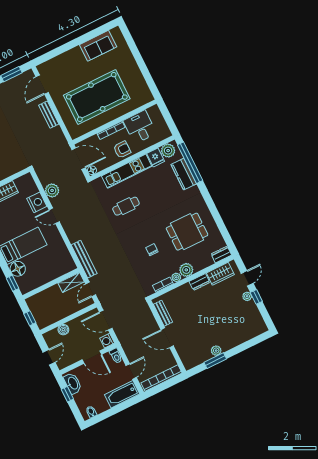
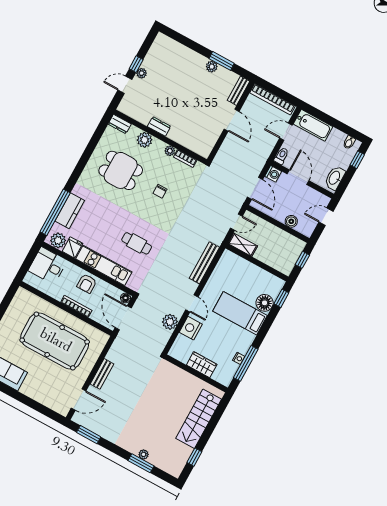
desk: (140, 127) -> (48, 266), moved, turned 90
armchair: (122, 150) -> (87, 284), turned -90
bench: (84, 259) -> (204, 263), moved
plant: (186, 270) -> (145, 140), moved
wardrobe: (220, 274) -> (138, 113), removed
bench: (163, 313) -> (239, 91), moved
window: (67, 394) -> (357, 160), moved

